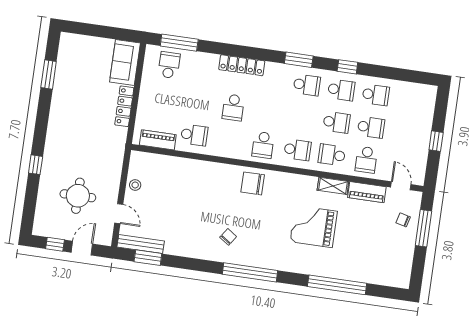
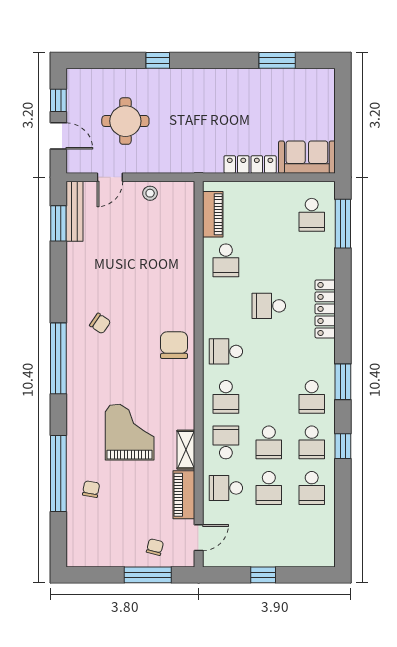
school desk: (169, 65) -> (312, 215), turned 90
chair: (352, 262) -> (91, 489), added

